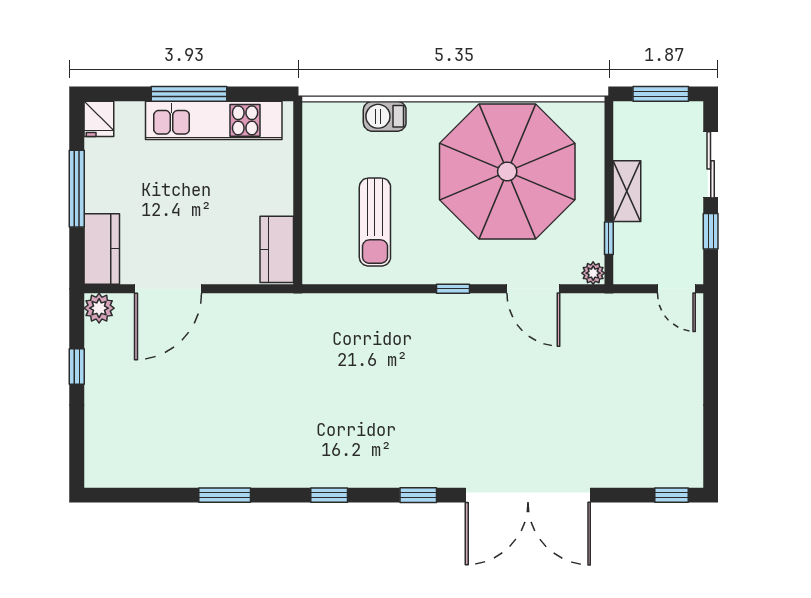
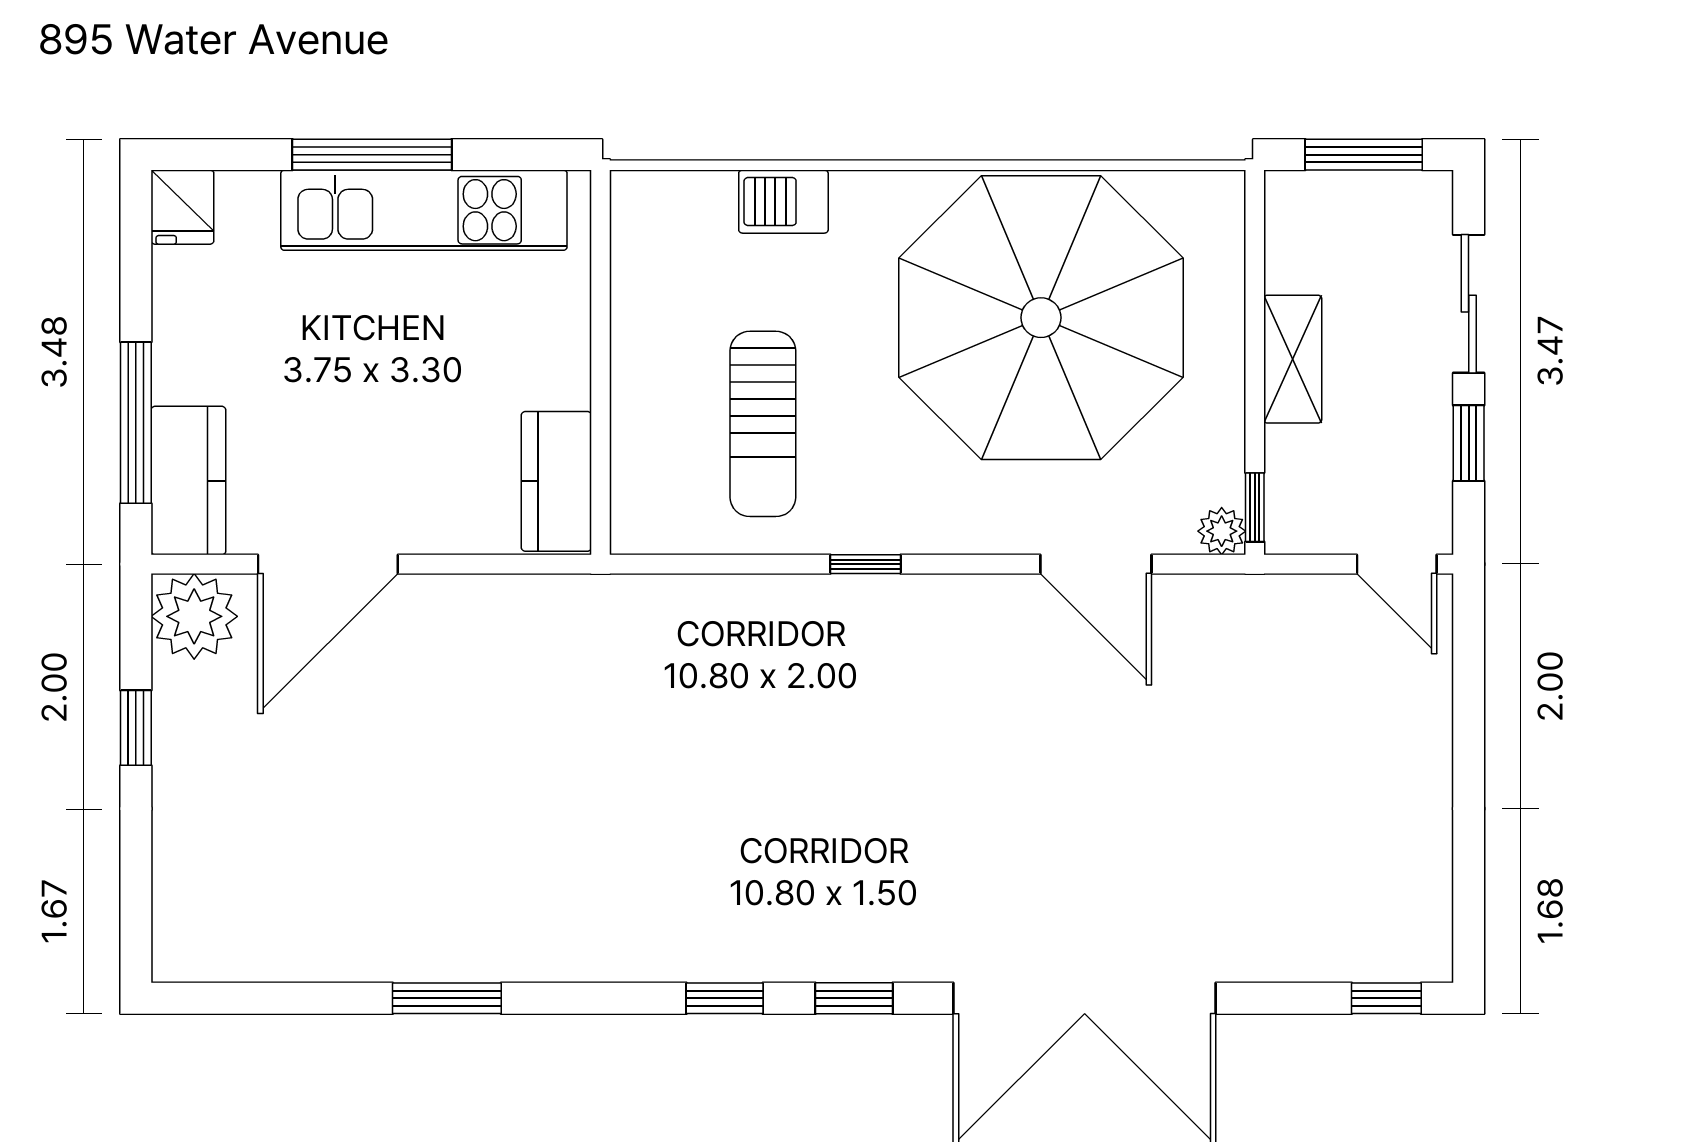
window: (77, 189) -> (136, 423), moved
window: (609, 238) -> (1255, 507), moved
window: (453, 289) -> (866, 564), moved
plant: (99, 308) -> (194, 616), width x1.36, depth x1.36
window: (329, 495) -> (725, 998), moved

